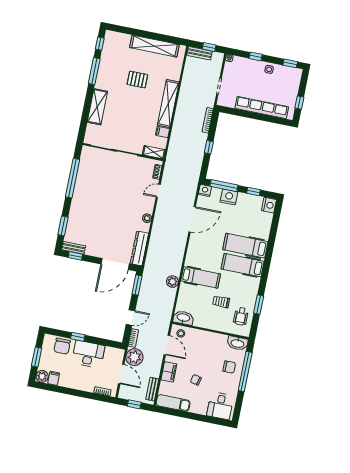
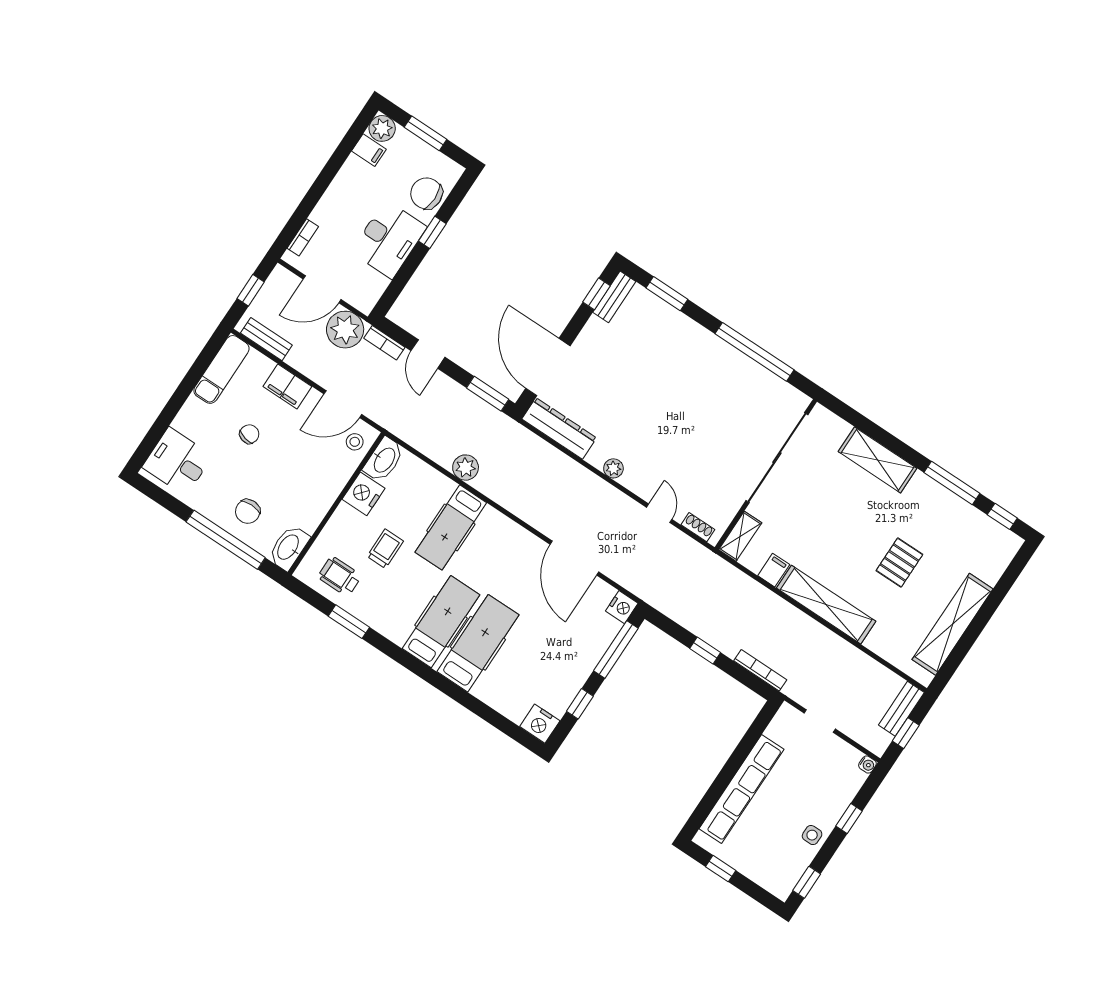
nightstand: (229, 197) -> (364, 494), moved, turned 180

